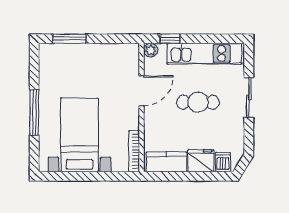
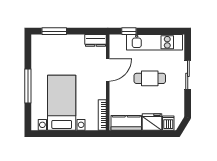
plant: (151, 50) -> (115, 40), removed
dresser: (125, 51) -> (96, 40), added

